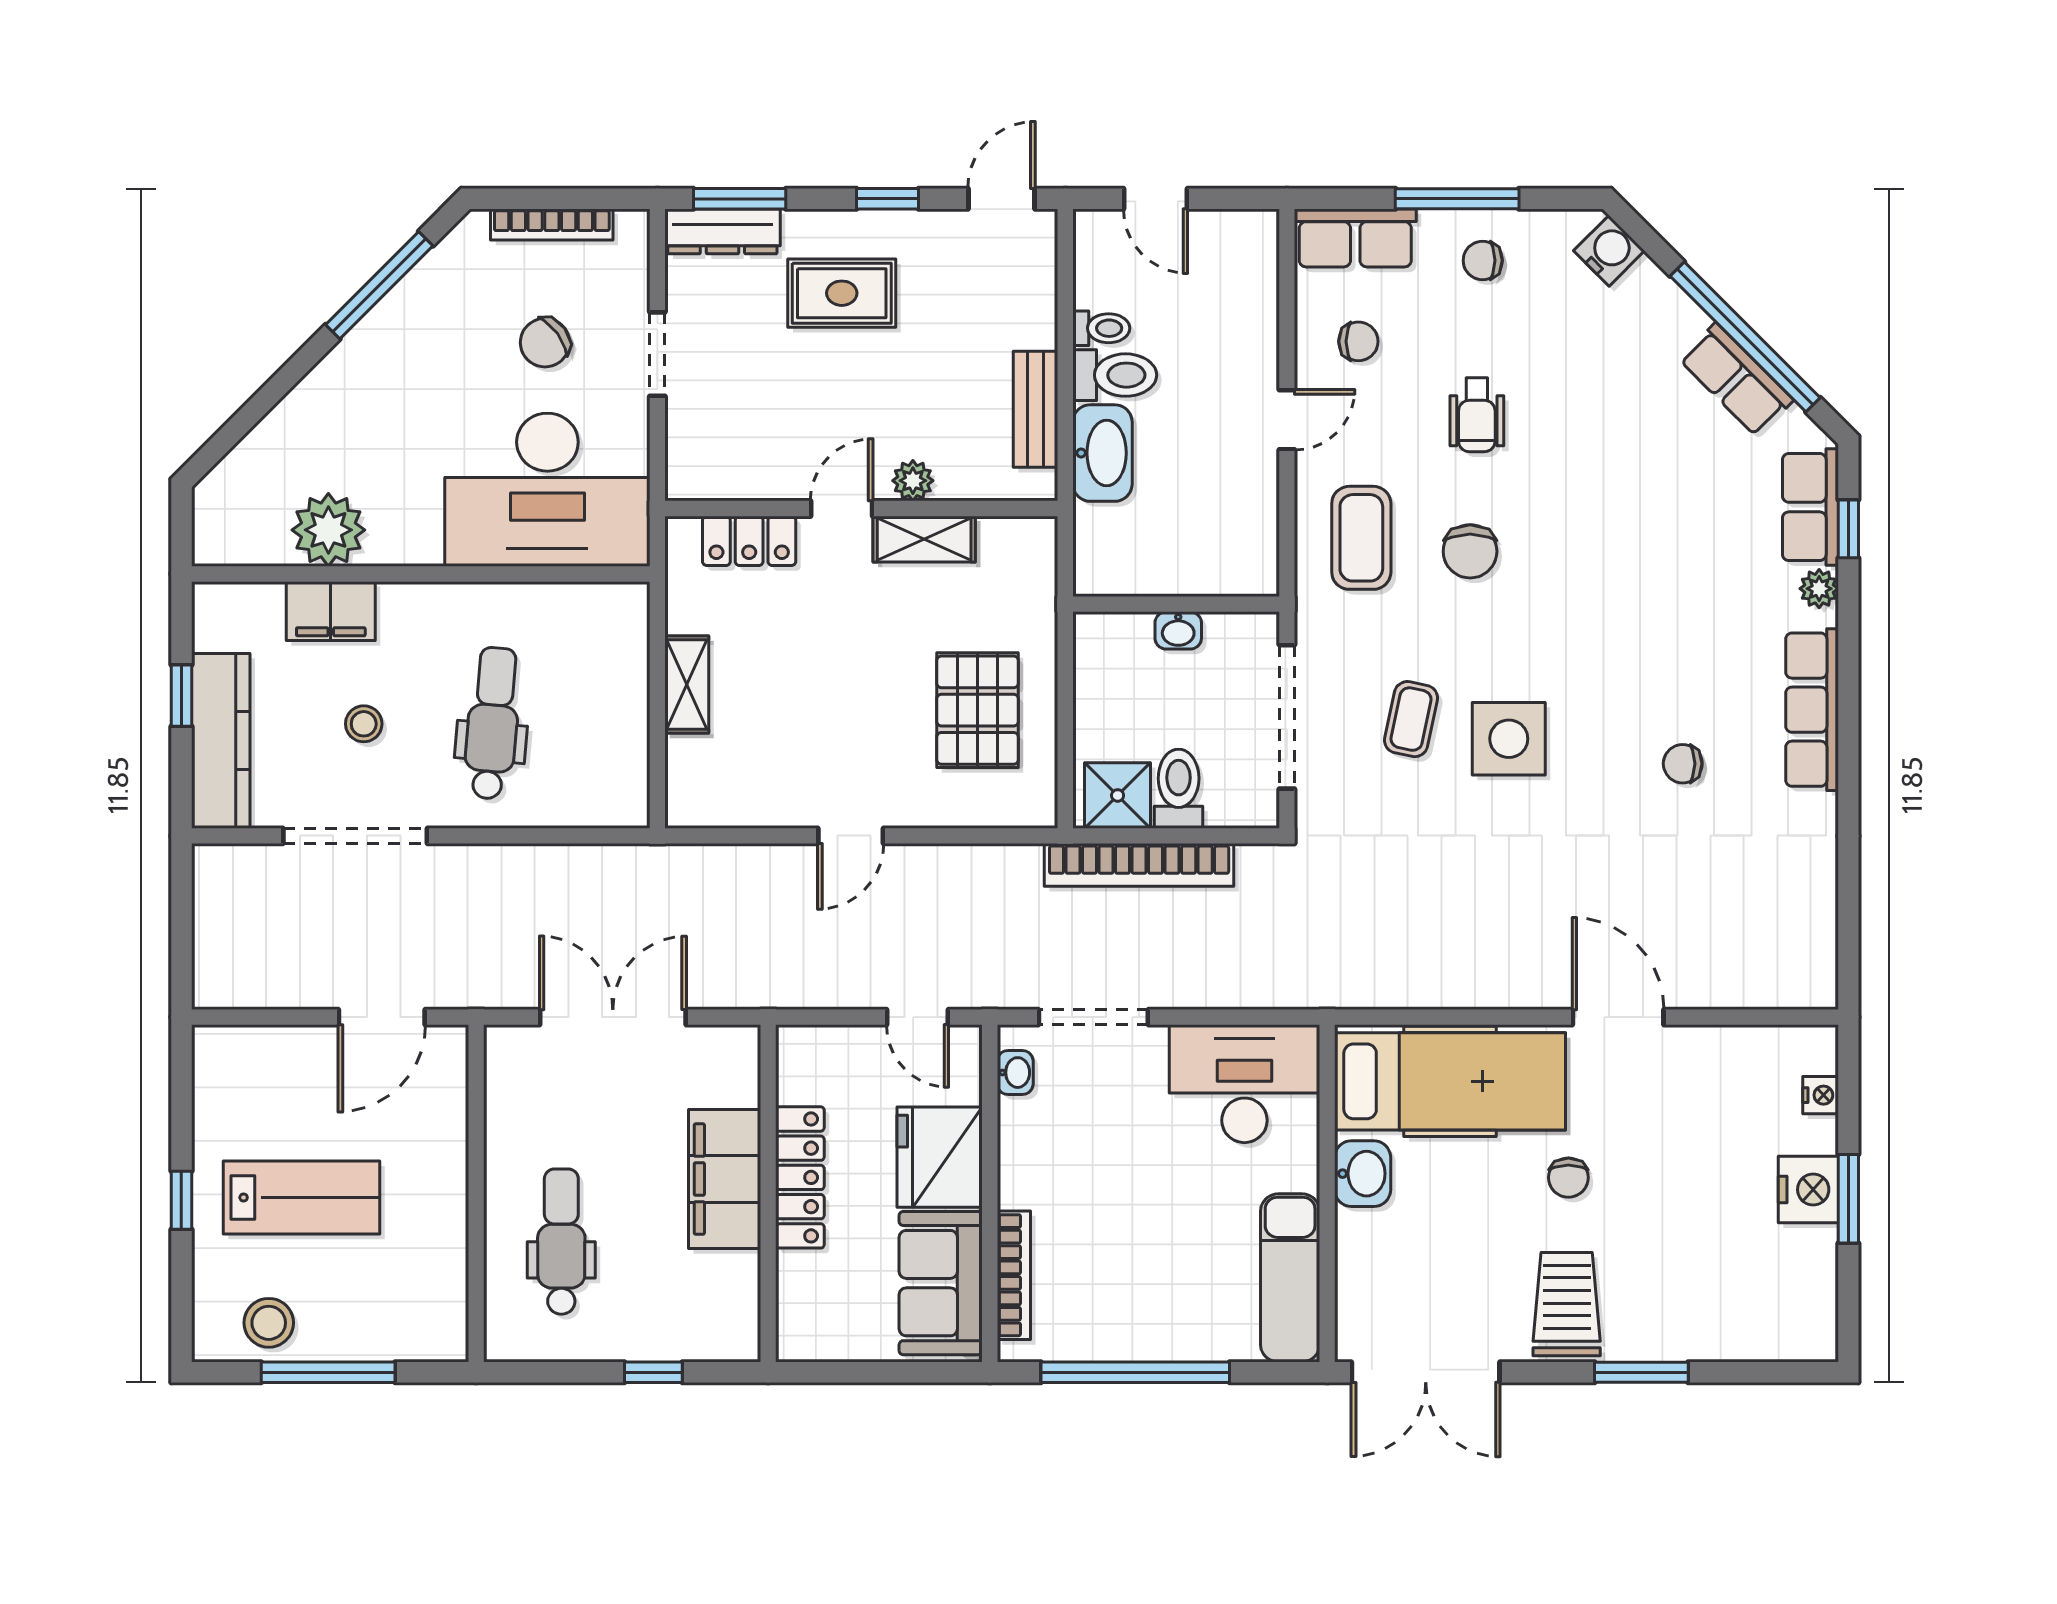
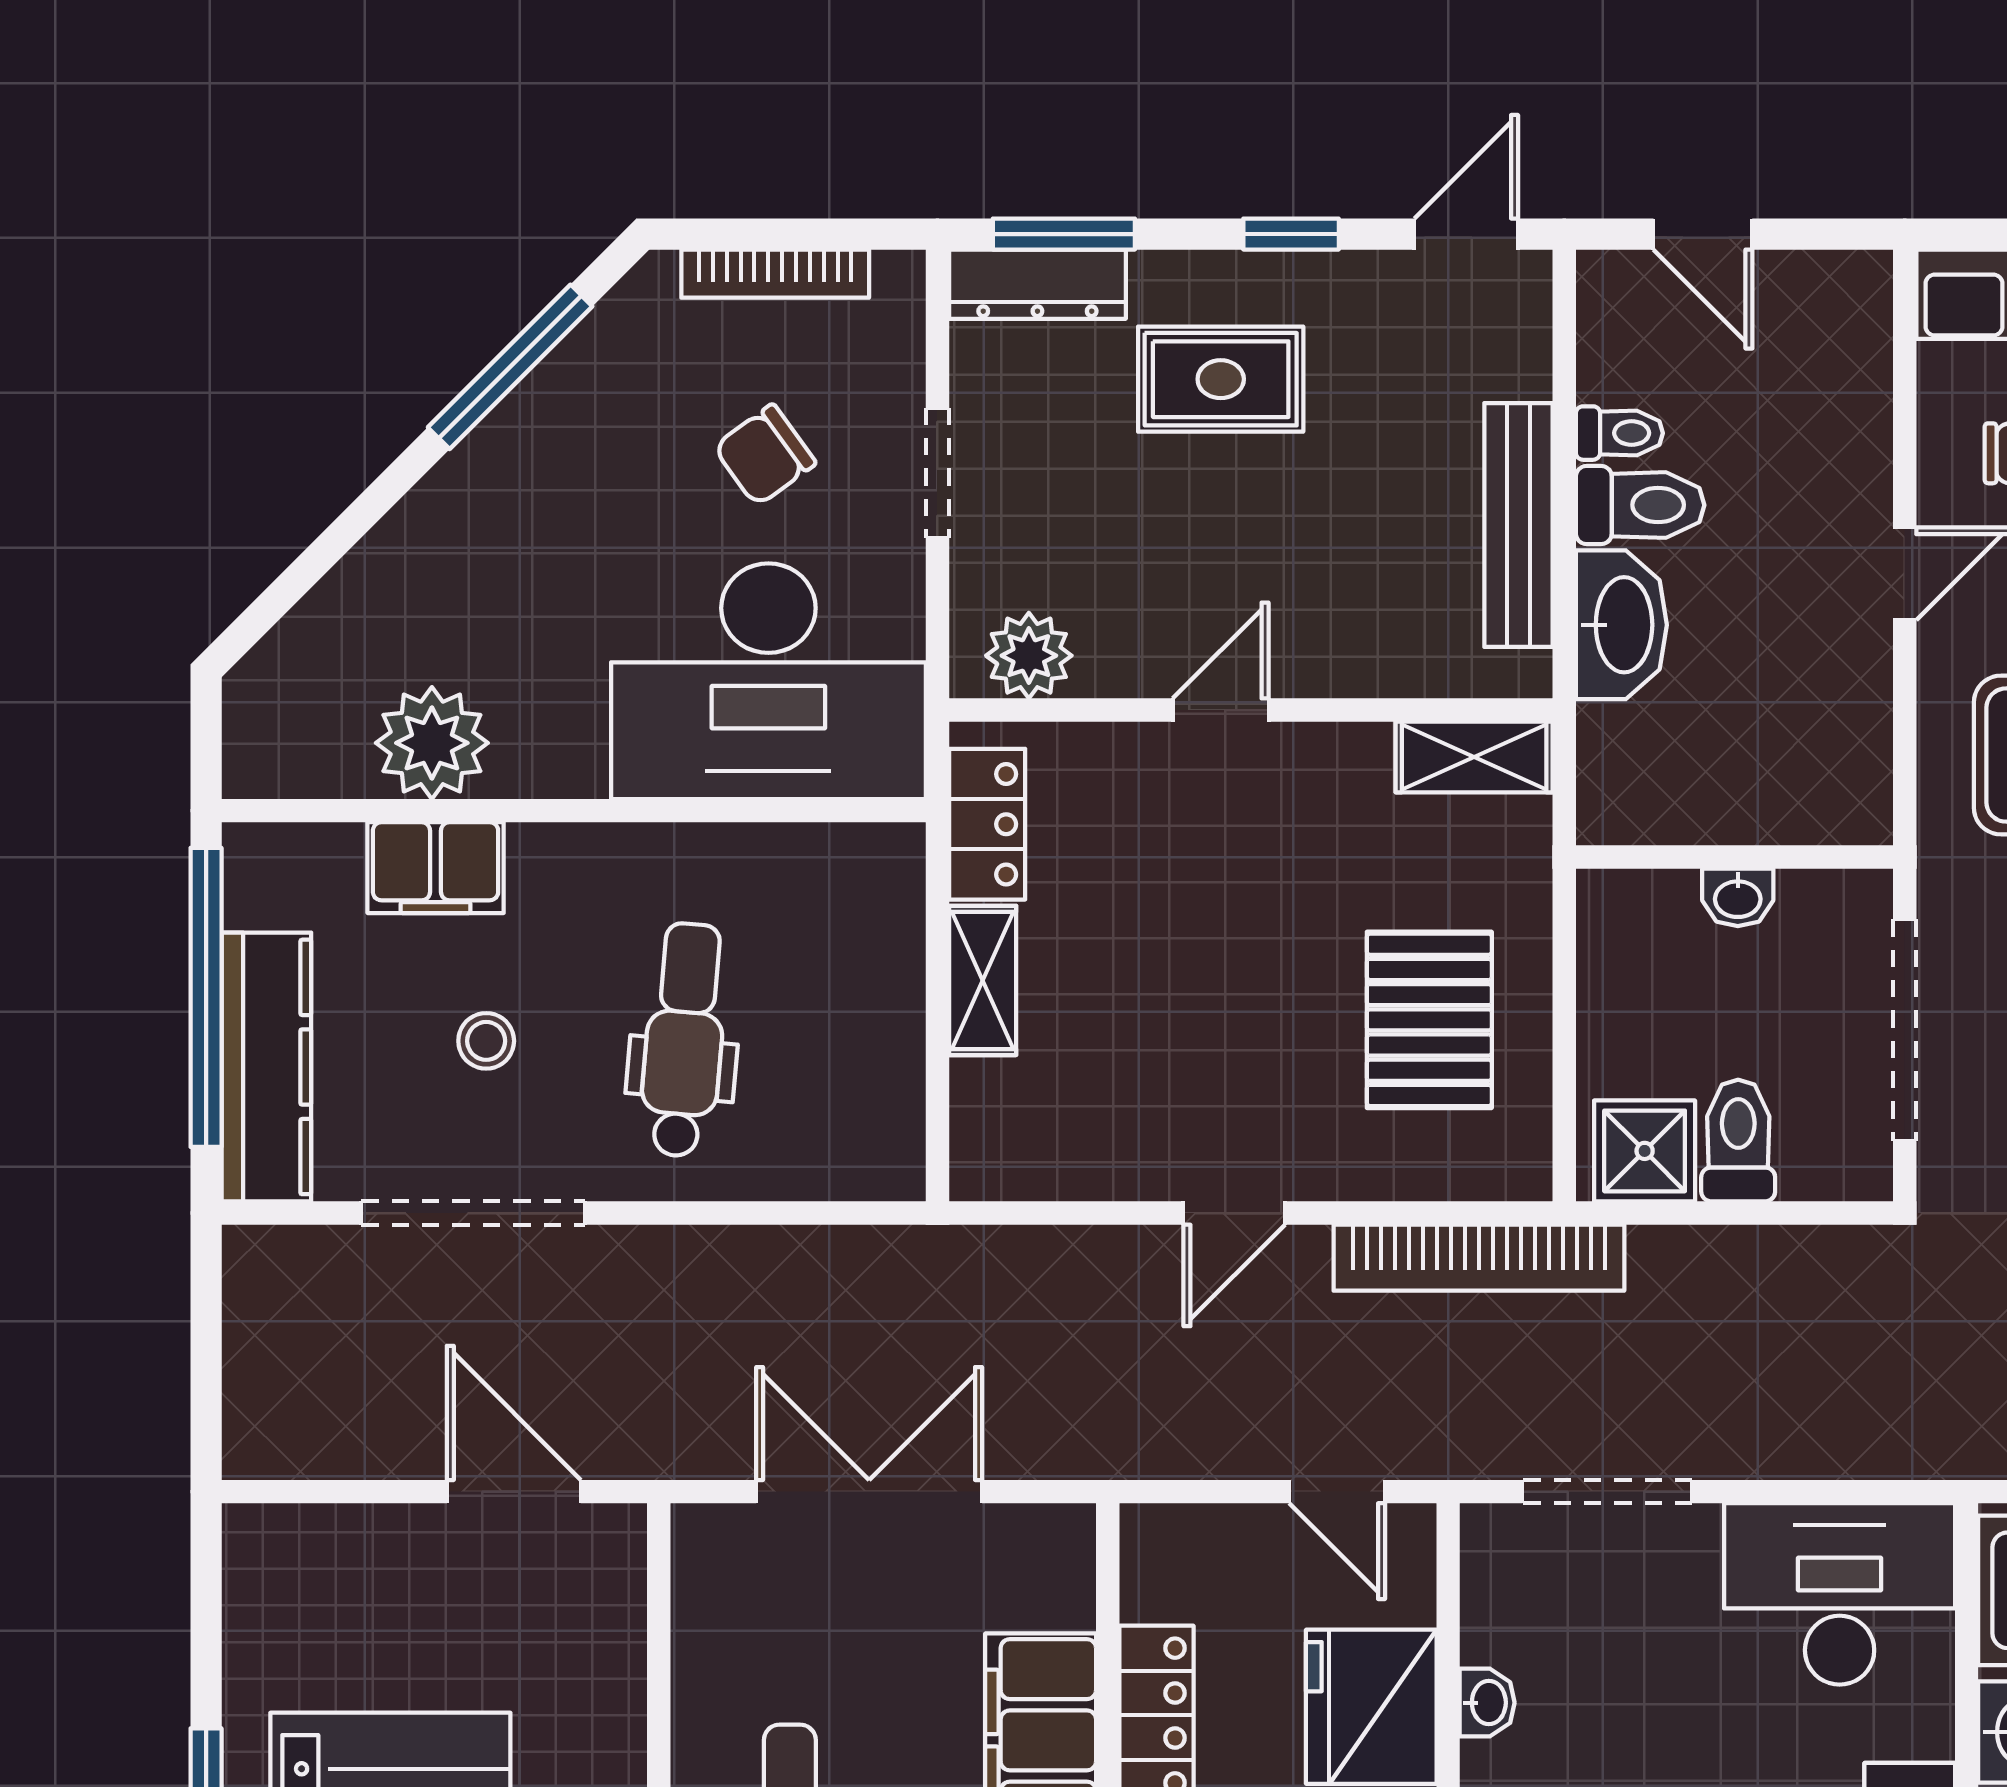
bench: (1036, 409) -> (1518, 525), width x1.36
plant: (913, 481) -> (1029, 656), moved, width x1.38, depth x1.38
shelving: (924, 539) -> (1474, 757), moved
locker: (749, 541) -> (987, 824), moved, turned -90
window: (181, 696) -> (206, 997), width x3.17
bookcase: (1139, 865) -> (1479, 1258), moved
door: (382, 1017) -> (514, 1492), swing flipped
washbasin: (1015, 1073) -> (1487, 1703), moved

